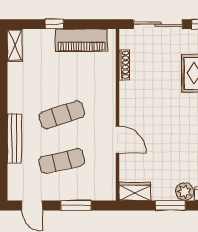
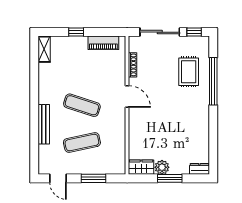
piano: (81, 40) -> (103, 43), width x0.73, depth x0.75
exercise mat: (62, 115) -> (82, 105), turned 36
door: (117, 140) -> (127, 97), moved
plant: (185, 192) -> (162, 167), moved

